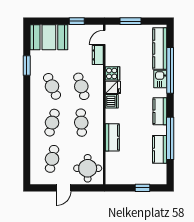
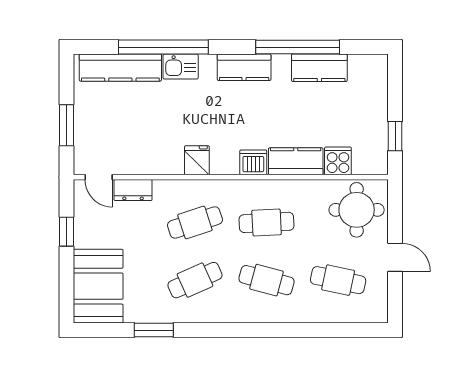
cooker: (113, 73) -> (338, 161), moved
dishwasher: (112, 101) -> (253, 162), moved
window: (142, 188) -> (395, 136), moved

